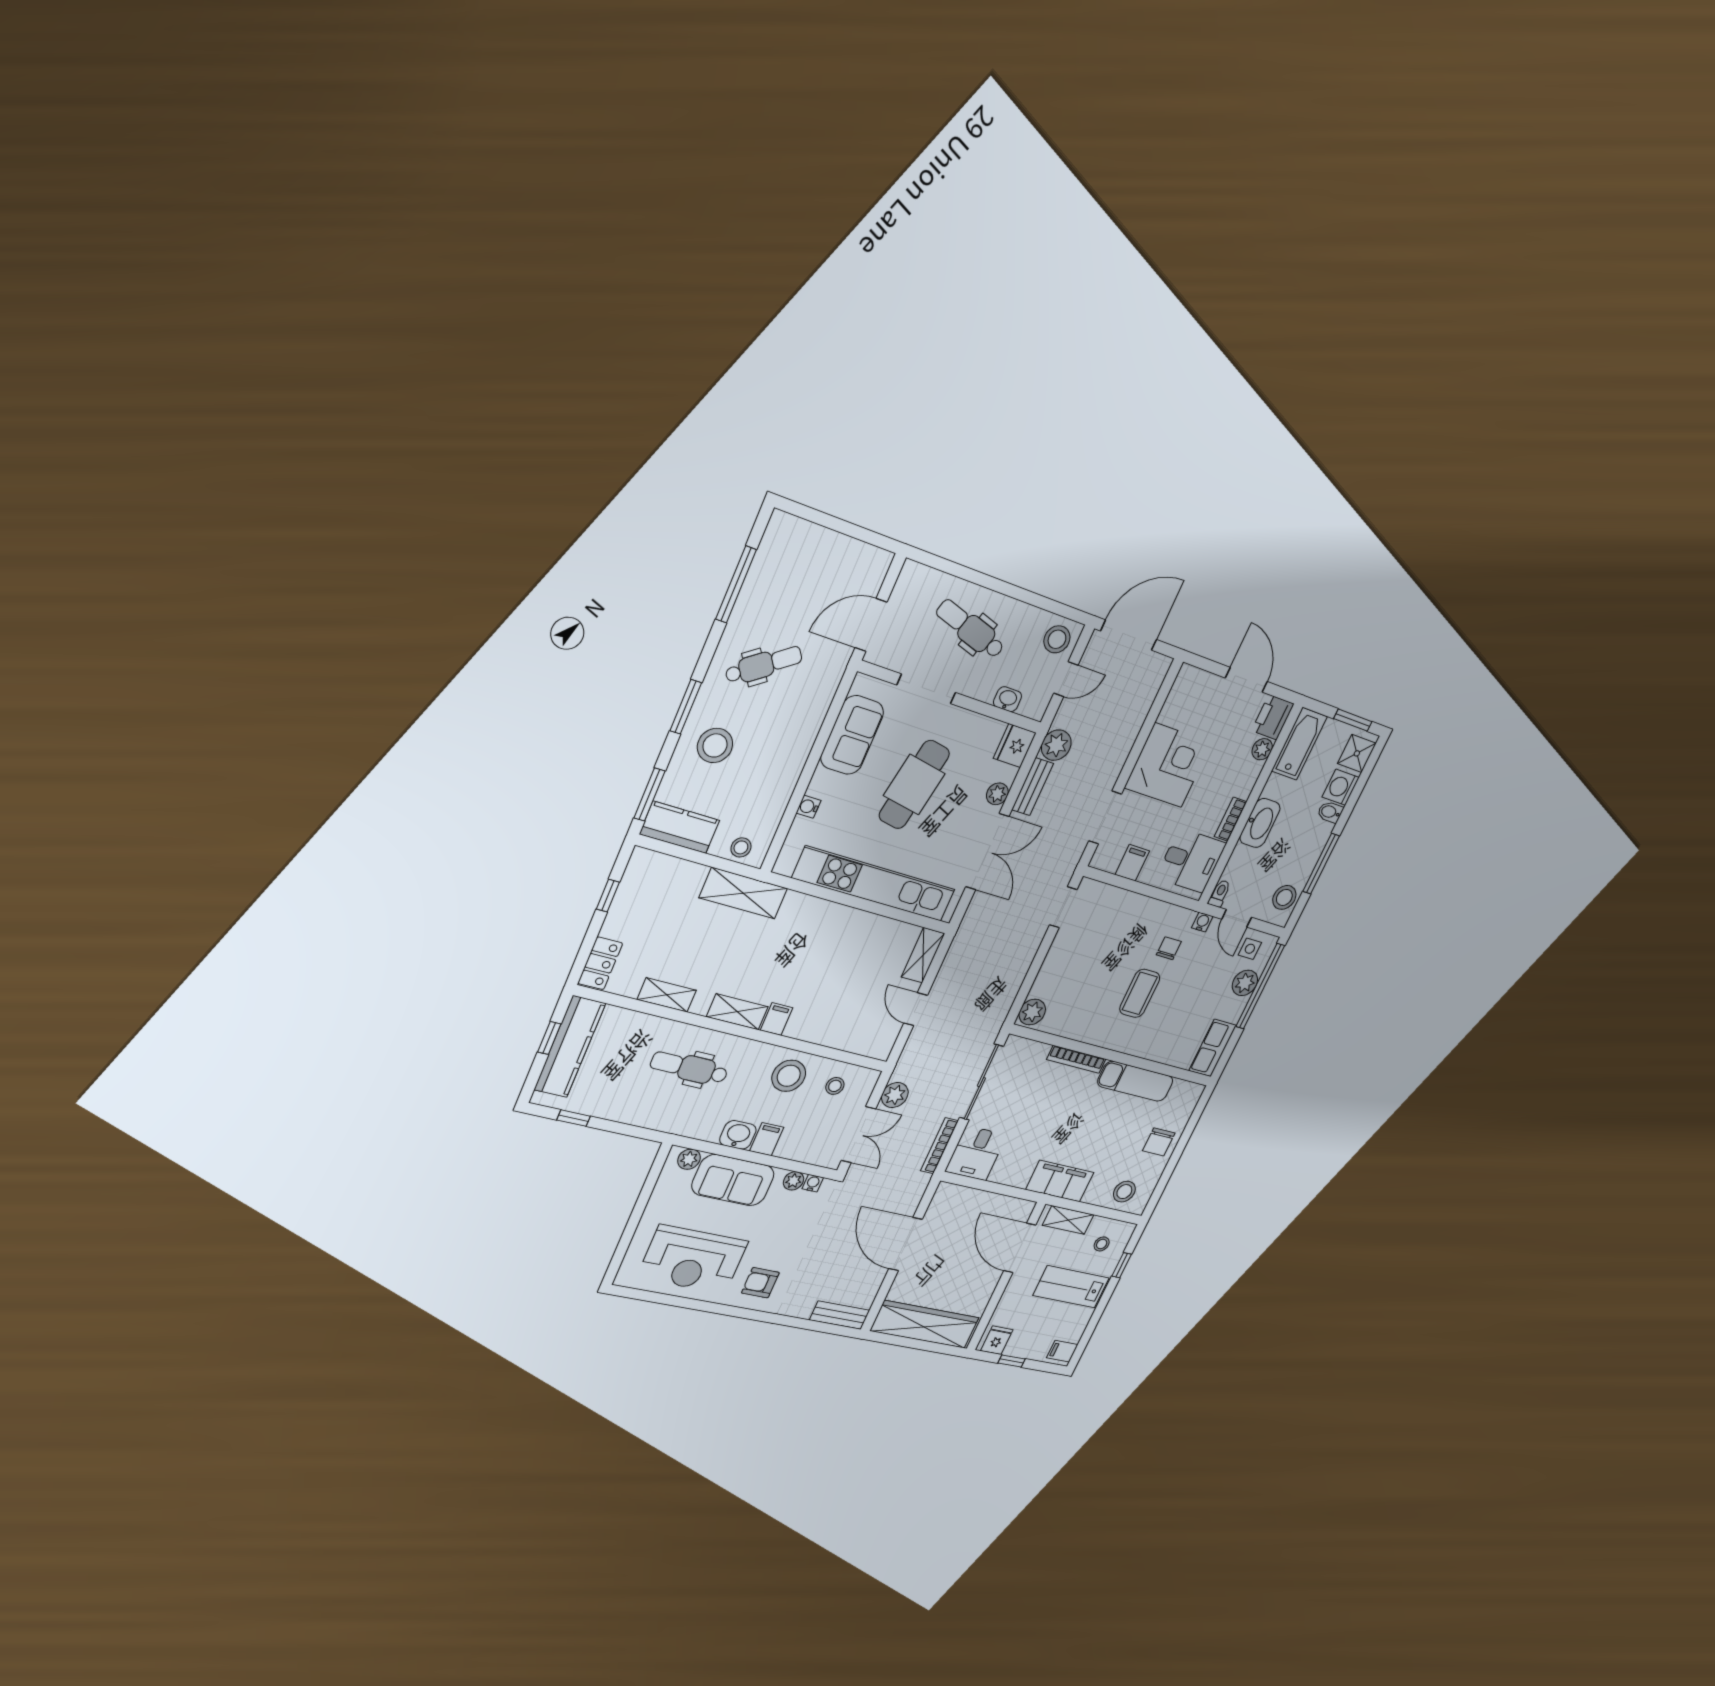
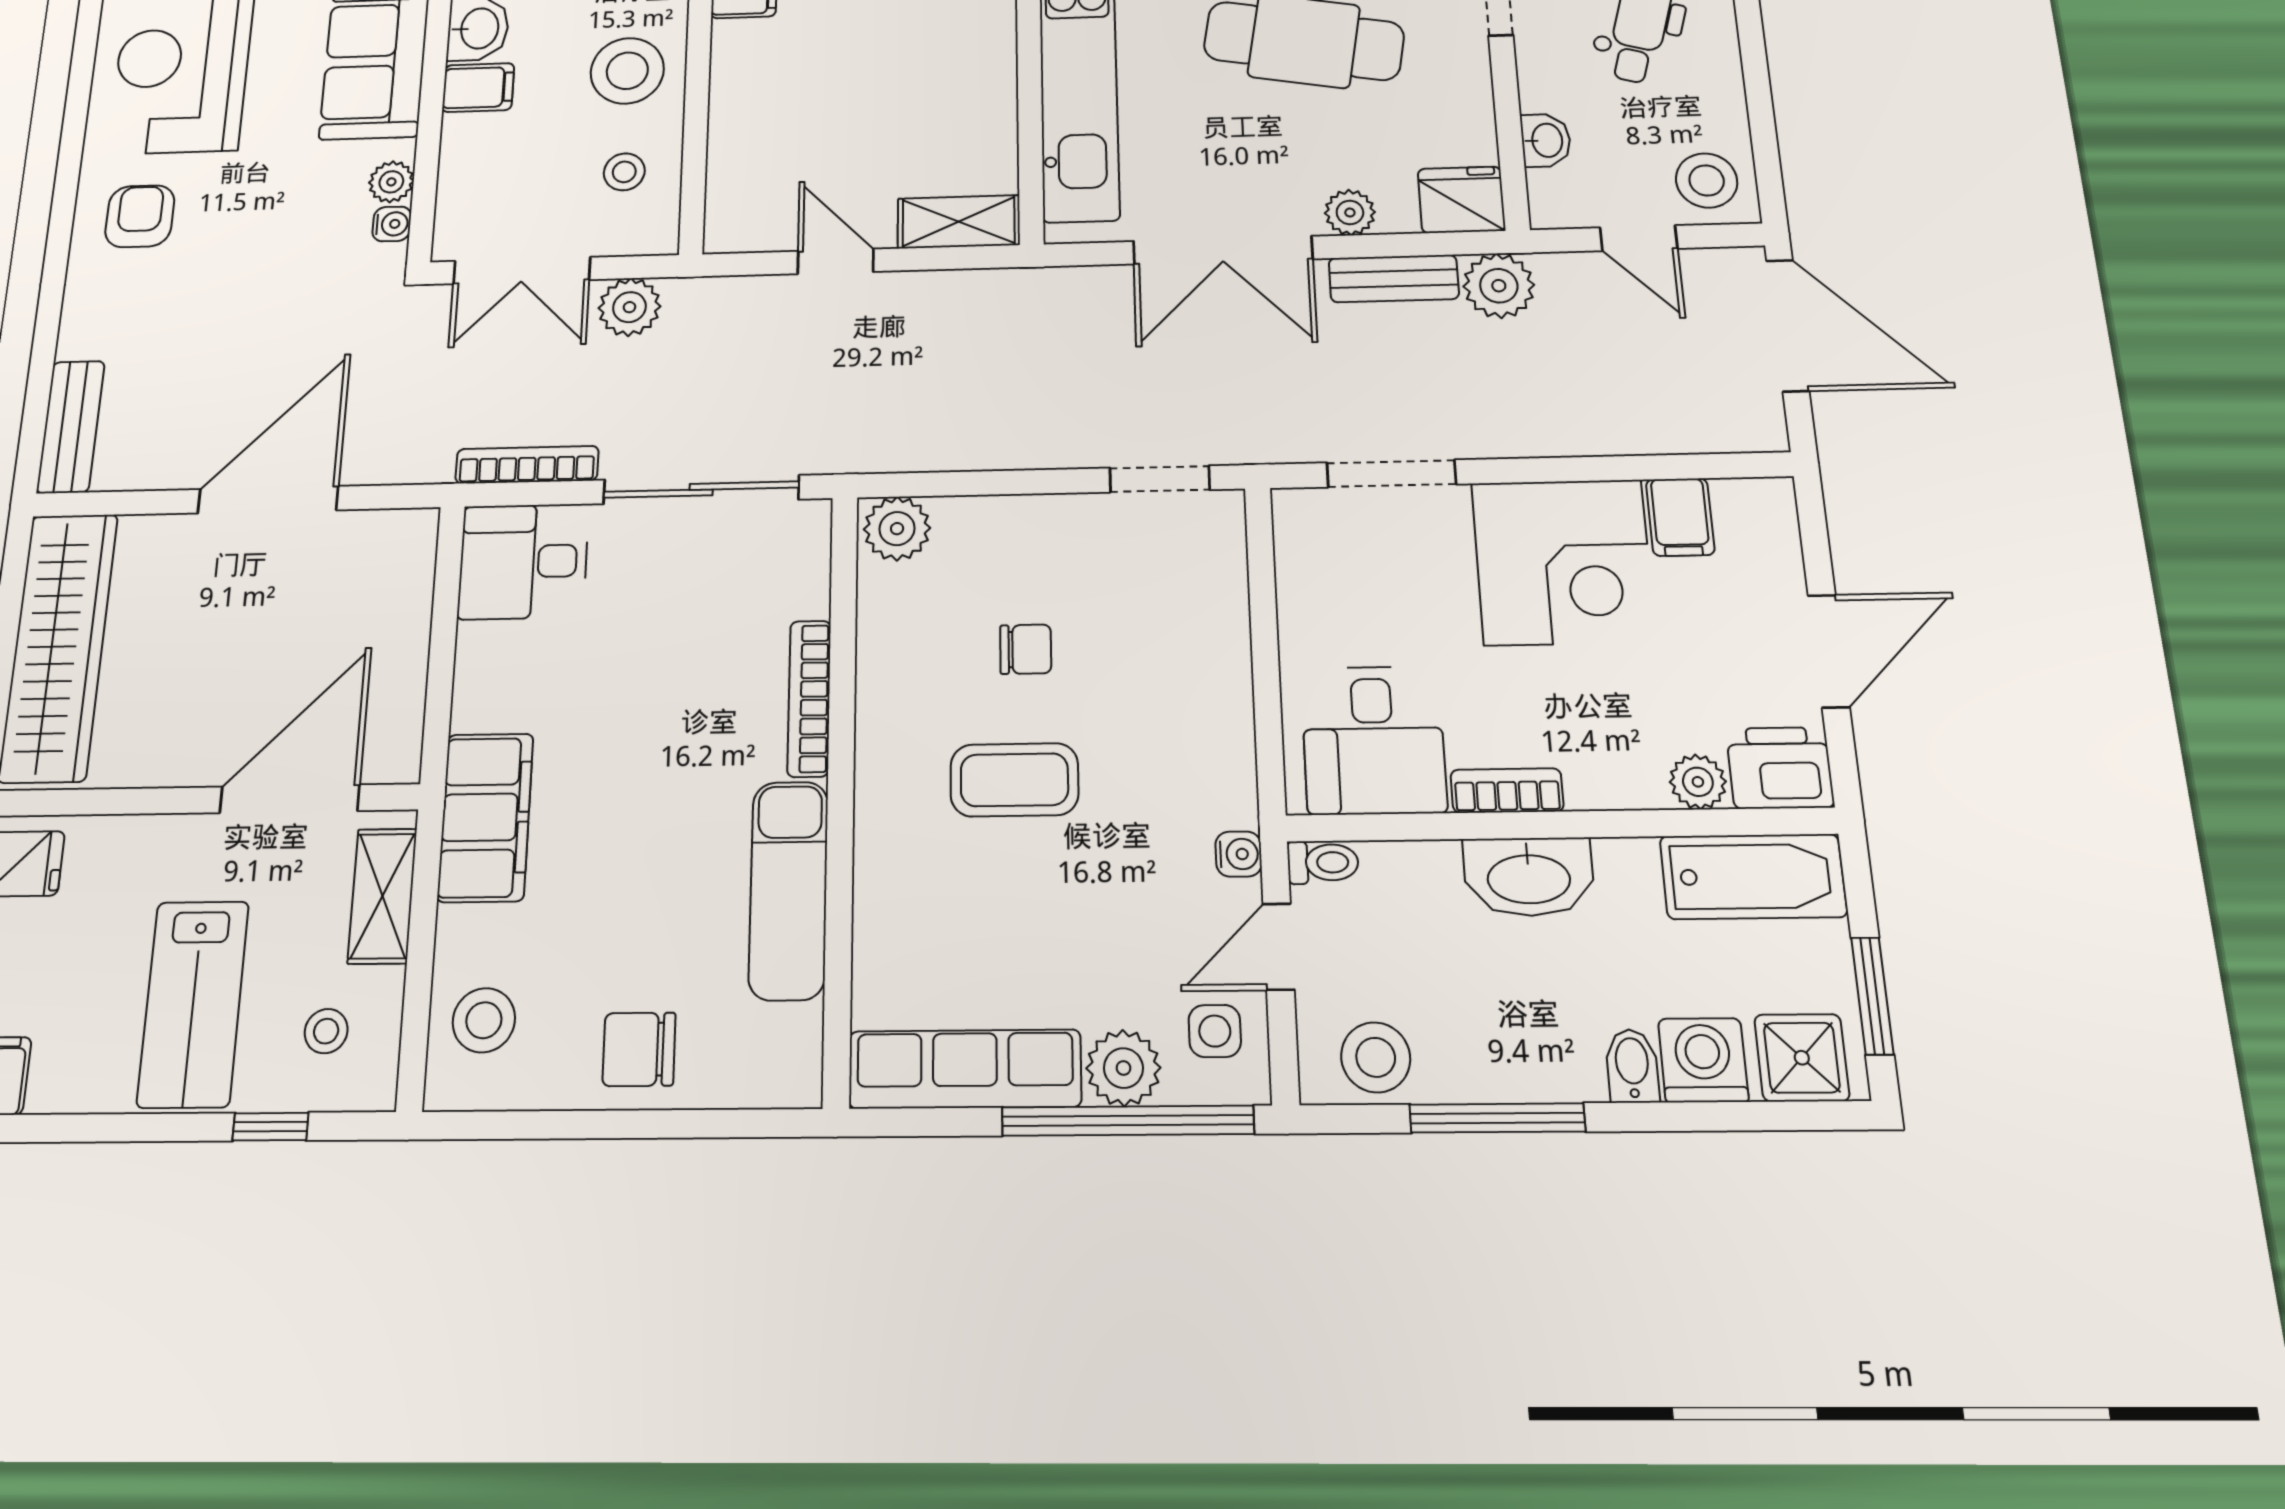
filing cabinet: (1132, 863) -> (1680, 517), moved, turned 90
chair: (1169, 948) -> (1026, 649), moved
door: (916, 1009) -> (836, 261), hinge flipped
row of seats: (1213, 1048) -> (965, 1069), width x1.48
lab bench: (1071, 1287) -> (193, 1004), turned 180

